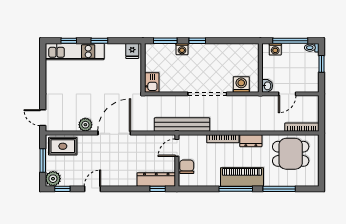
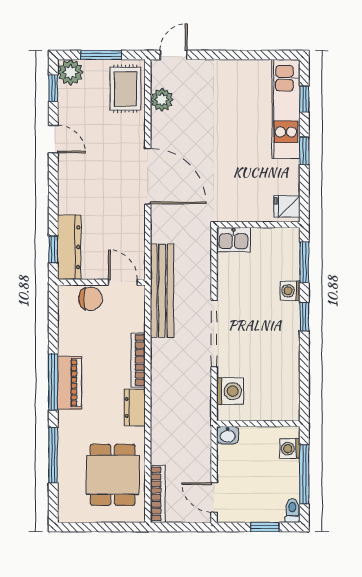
door: (287, 94) -> (214, 498), moved
plant: (85, 125) -> (162, 100), moved
piano: (242, 177) -> (70, 383), width x0.73, depth x0.75

